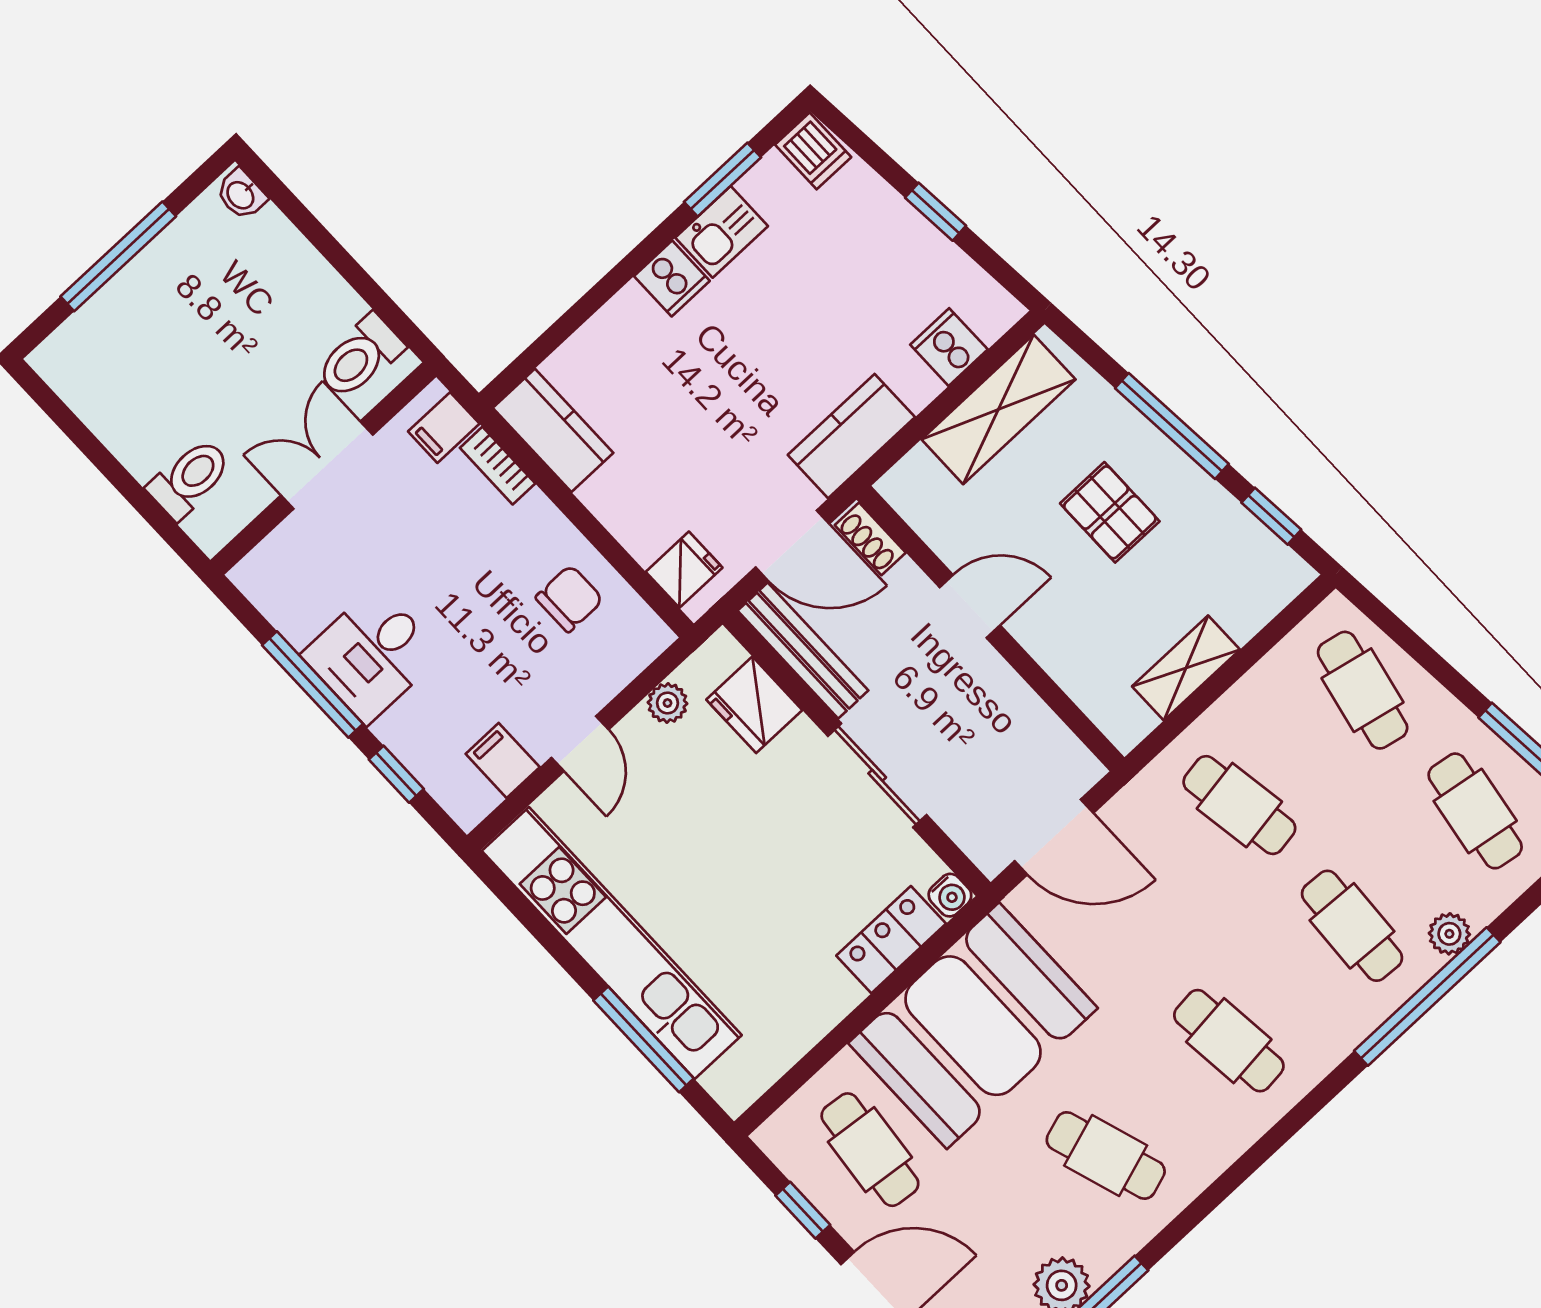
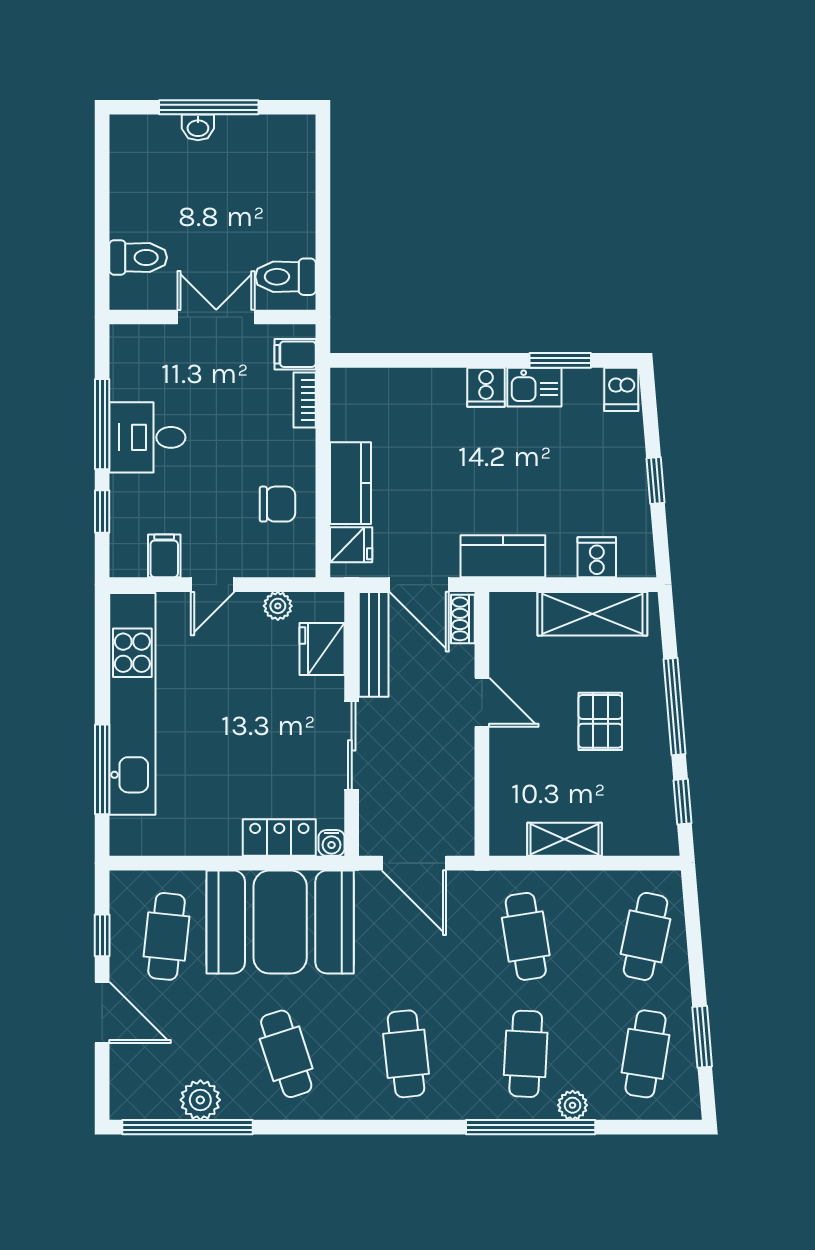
washbasin: (241, 195) -> (198, 127), moved, turned -90
kitchen counter: (553, 430) -> (351, 483), moved

